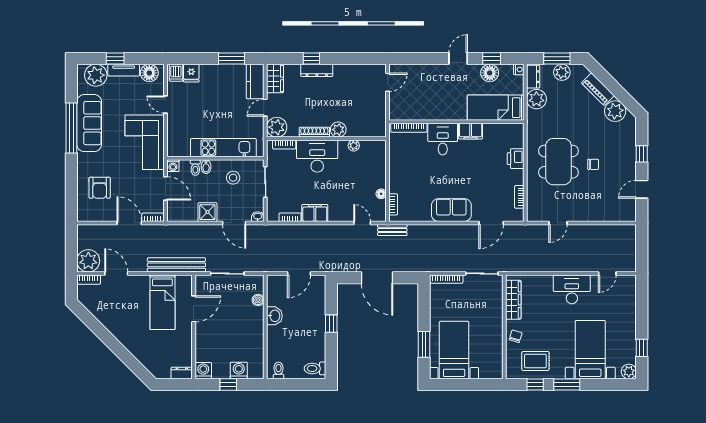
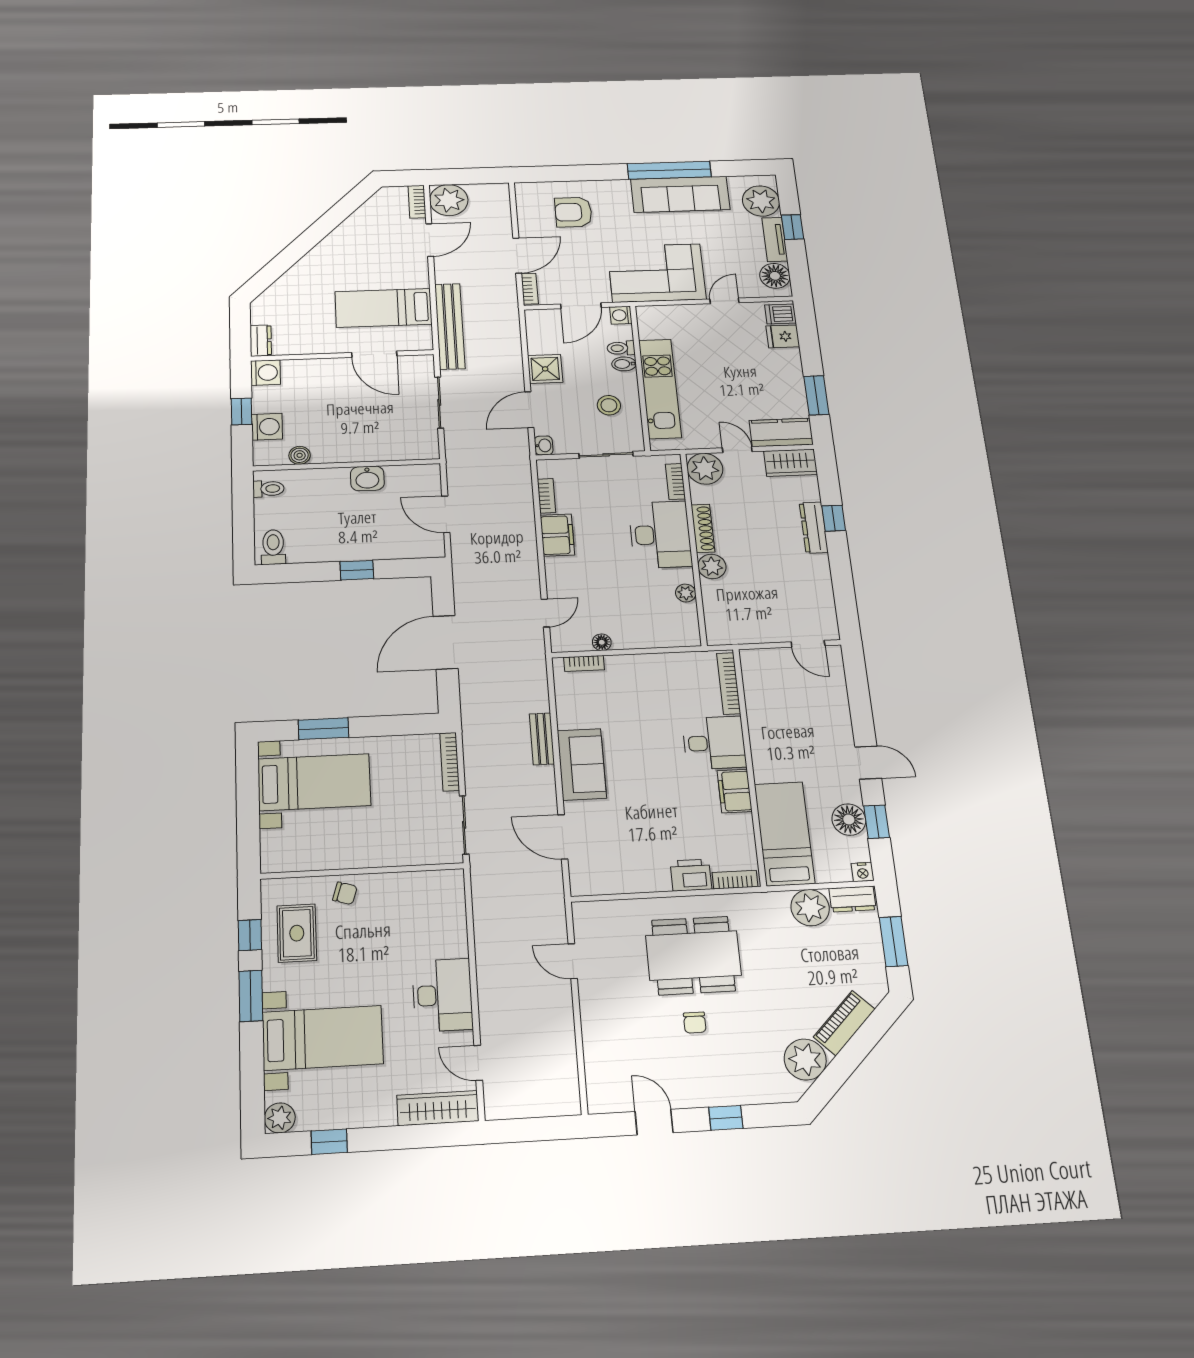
plant: (562, 72) -> (868, 952), removed
bookcase: (519, 197) -> (735, 880), moved
bench: (392, 230) -> (542, 739), moved
boiler: (258, 300) -> (300, 455), moved
wardrobe: (513, 300) -> (438, 1108), moved, turned 180

